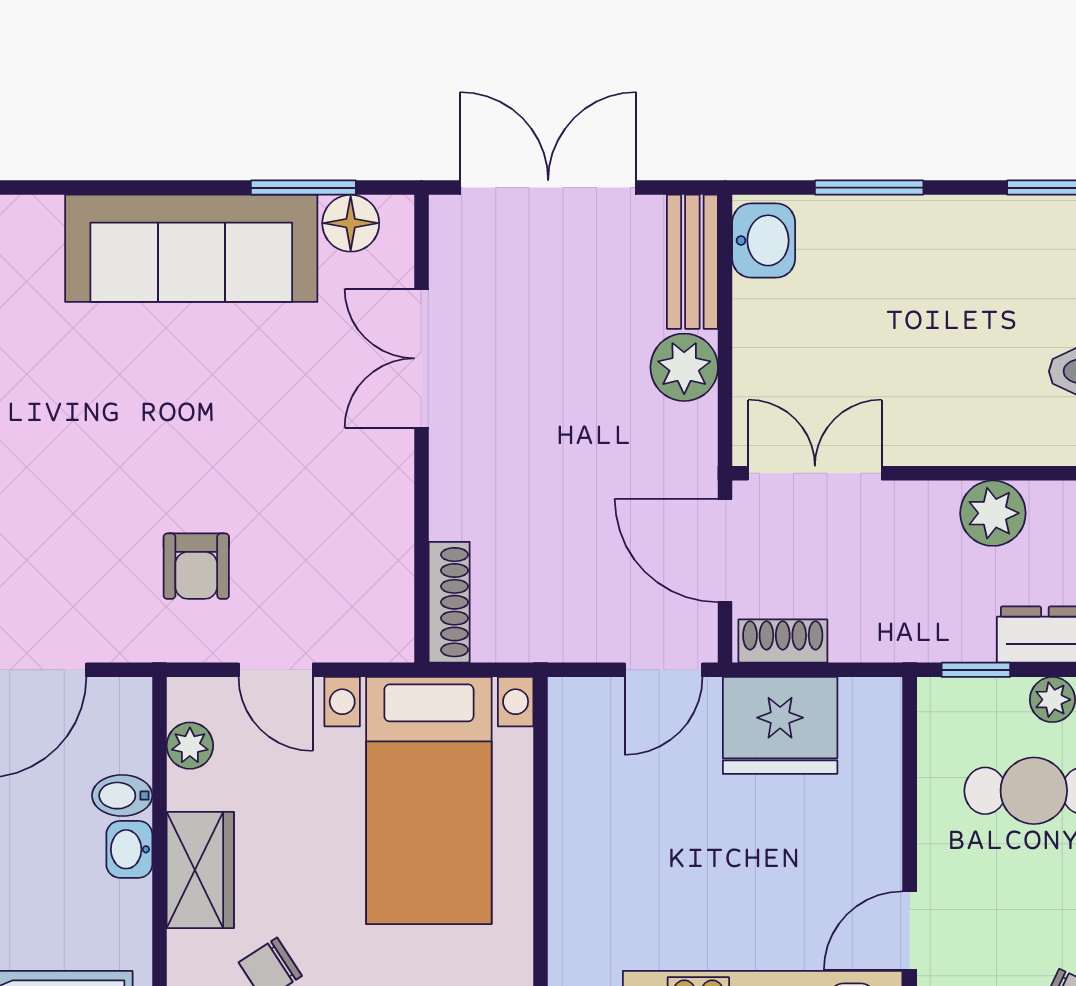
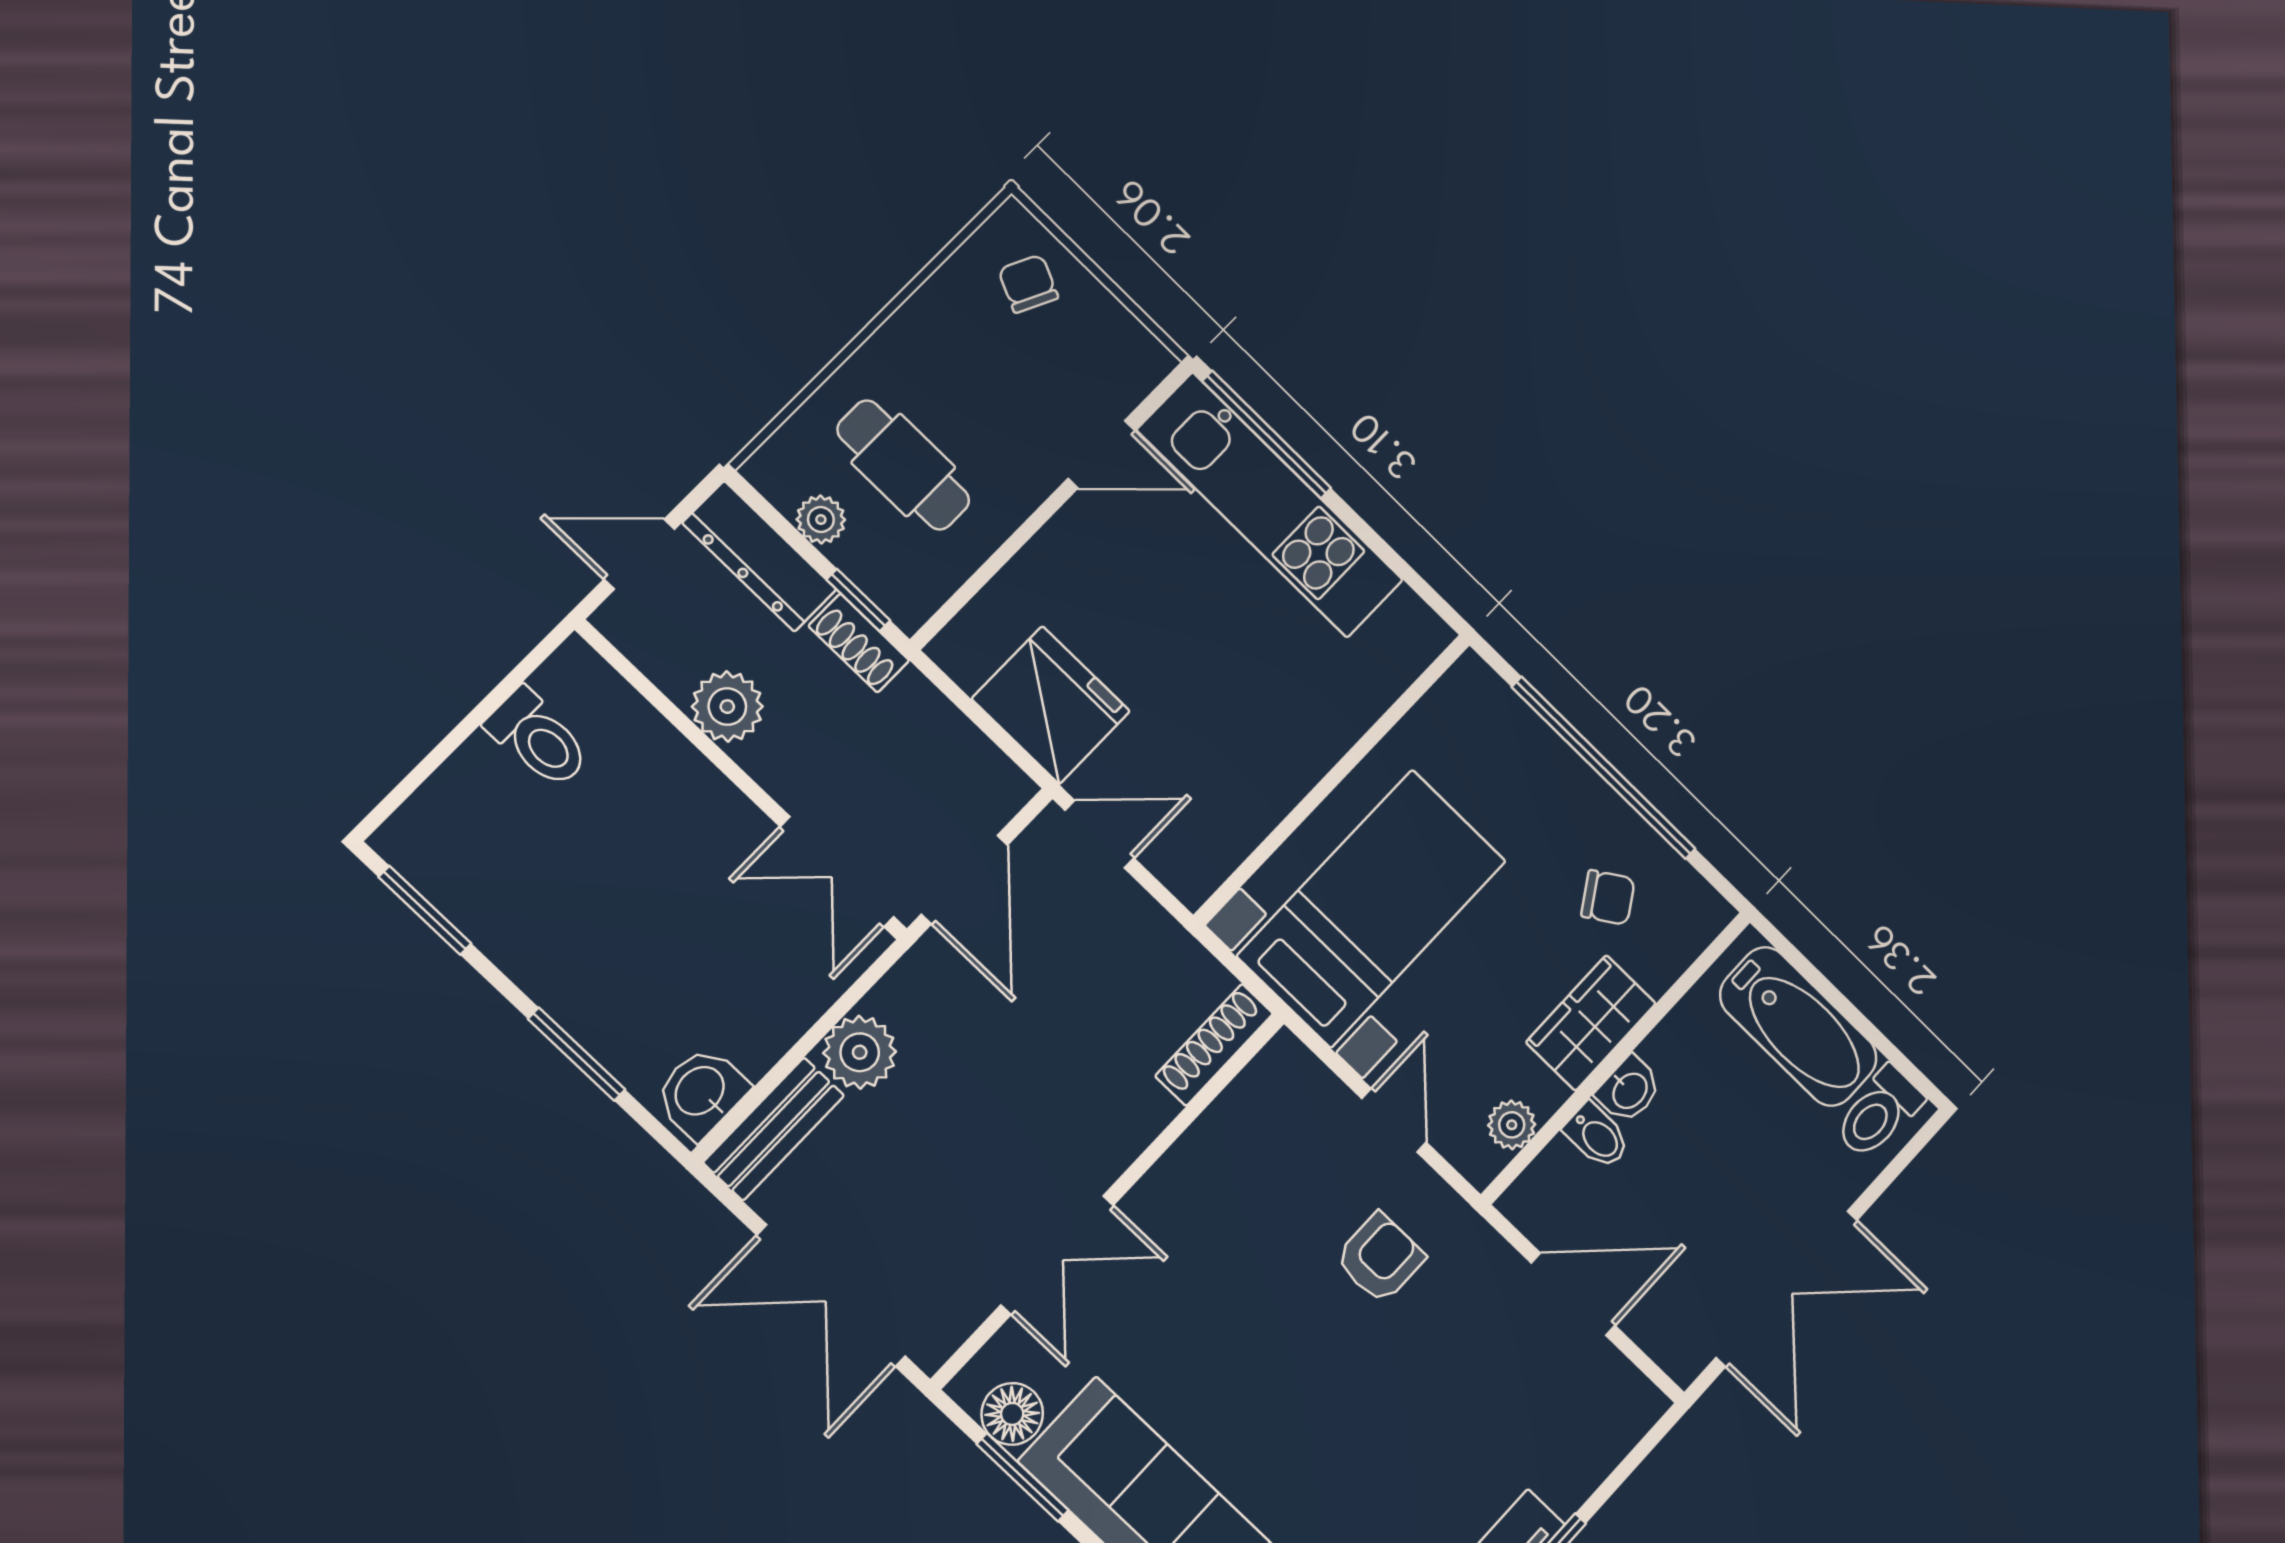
shoe rack: (783, 641) -> (859, 643), moved

